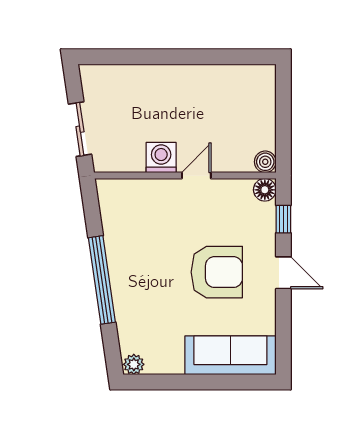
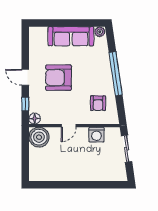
washing machine: (161, 158) -> (96, 135), moved
boiler: (265, 162) -> (39, 137), width x1.86, depth x1.86
armchair: (137, 221) -> (98, 103), added
sofa: (230, 355) -> (71, 36), moved

